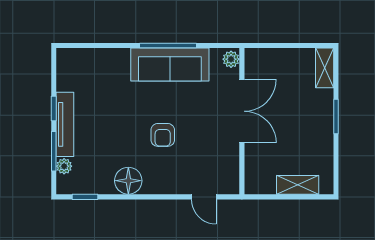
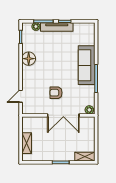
sofa: (170, 65) -> (87, 65), moved
armchair: (163, 135) -> (56, 93), moved

